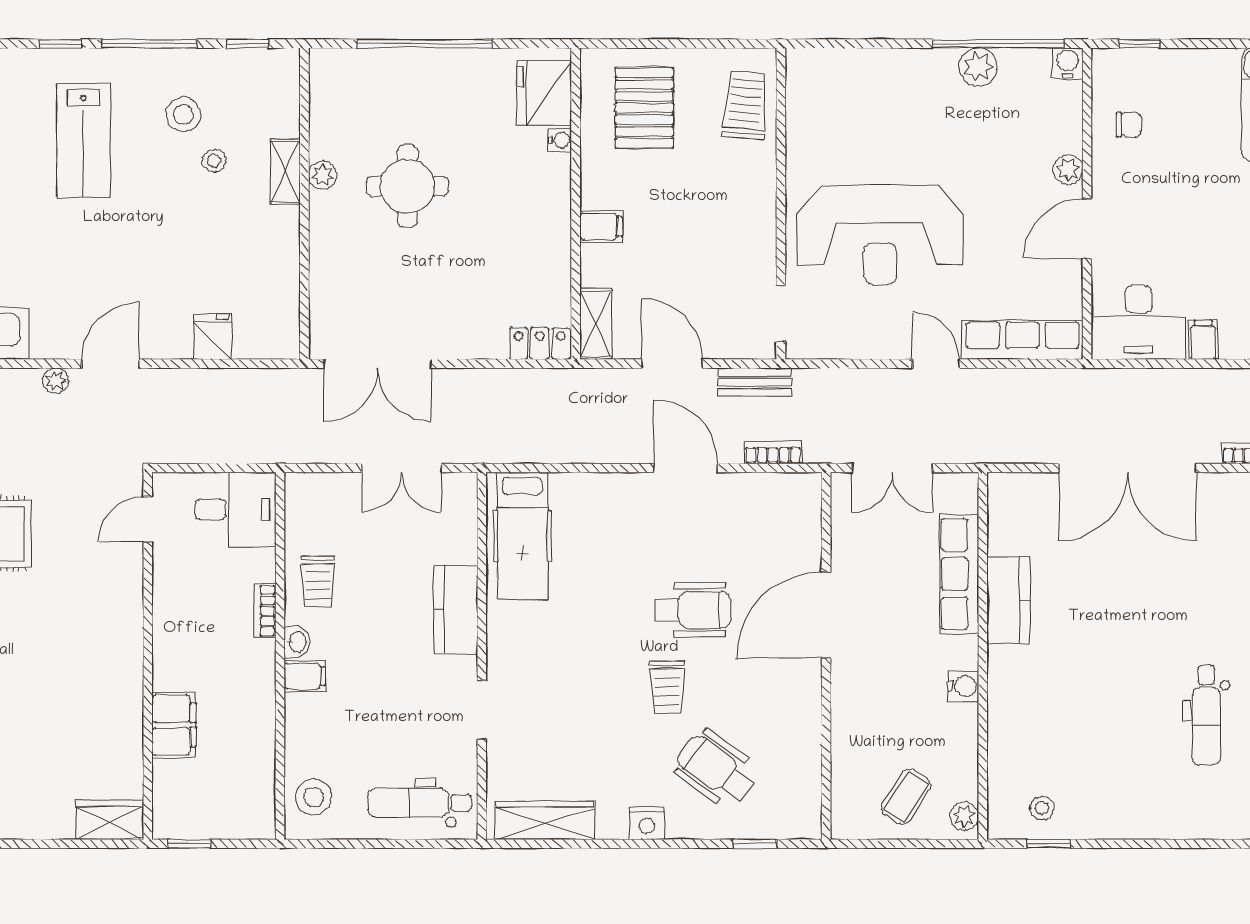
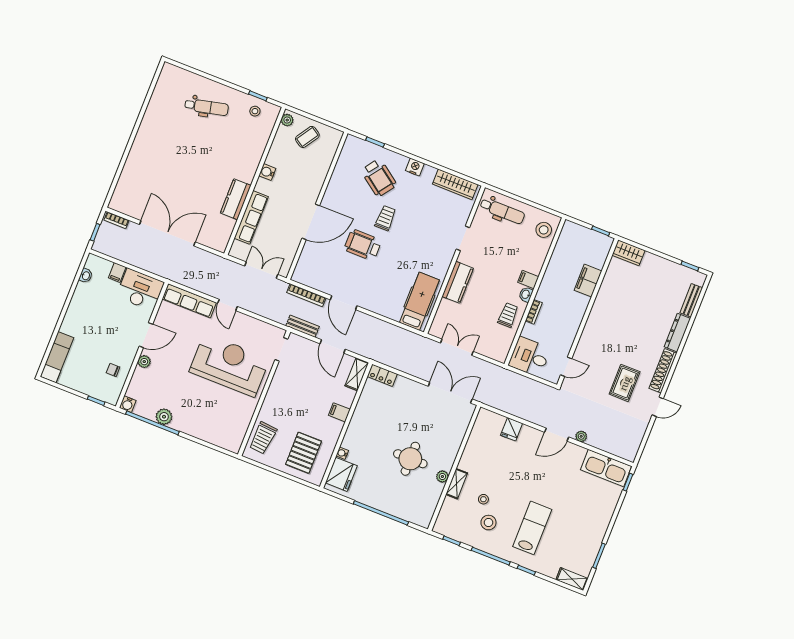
bookcase: (773, 452) -> (306, 295), width x1.56
dental chair: (1206, 715) -> (207, 107), moved, turned 77

